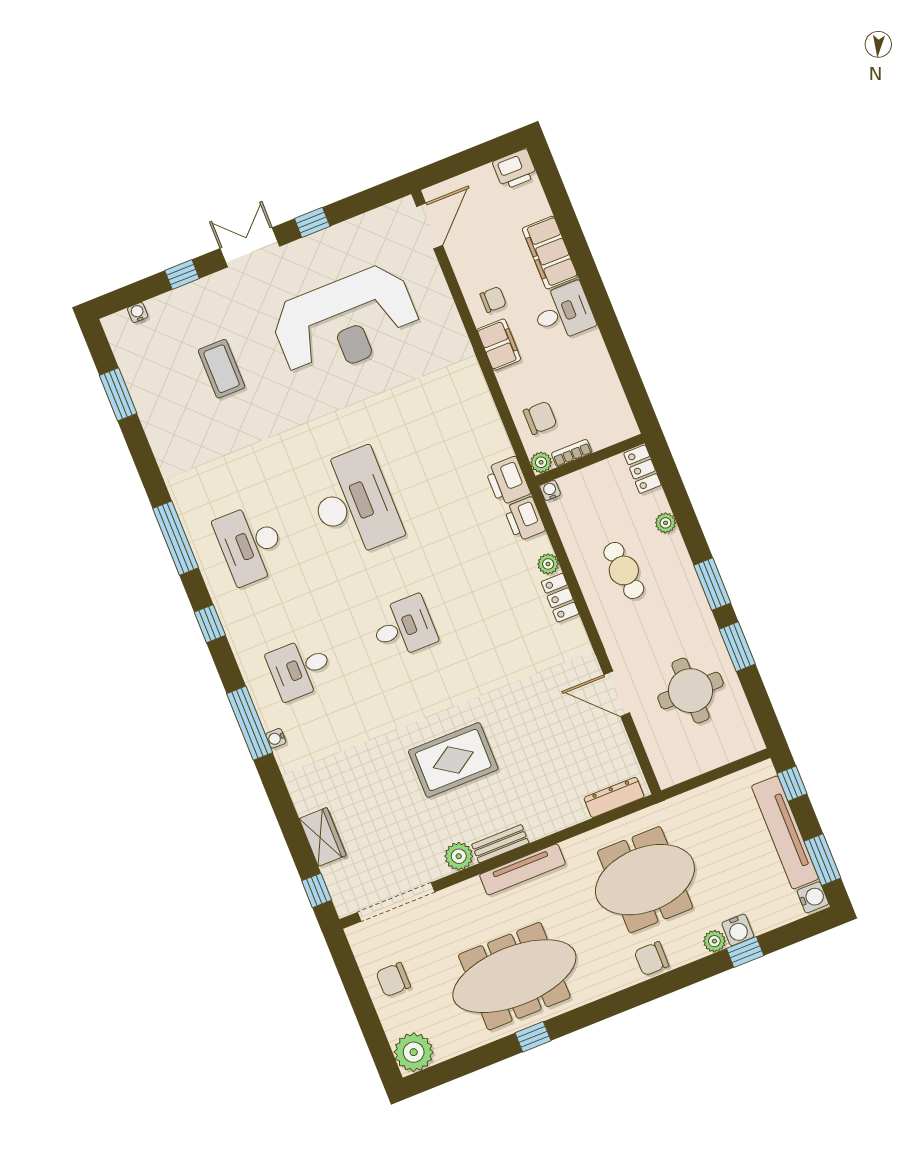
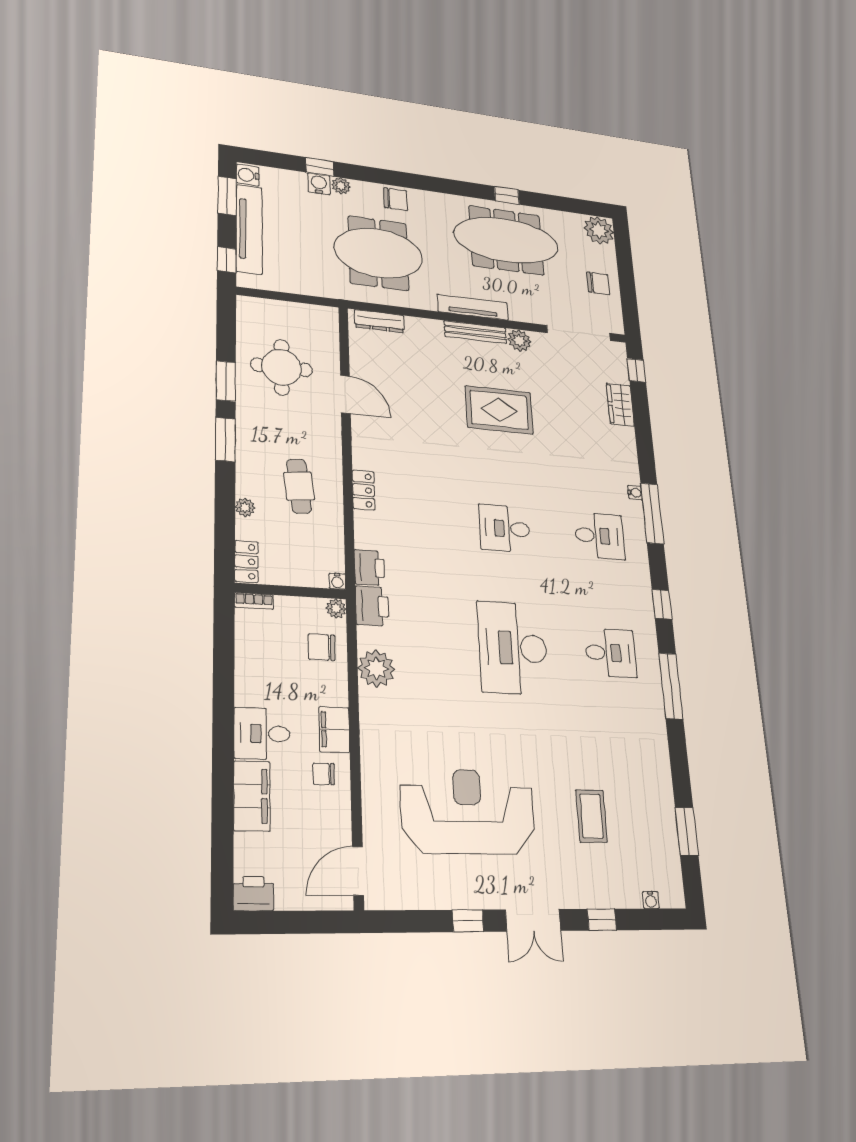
bookcase: (572, 453) -> (254, 601), moved
desk: (250, 544) -> (611, 653), width x0.73
plant: (548, 564) -> (376, 668), moved, width x1.87, depth x1.87
bench: (500, 844) -> (475, 332), width x1.36

